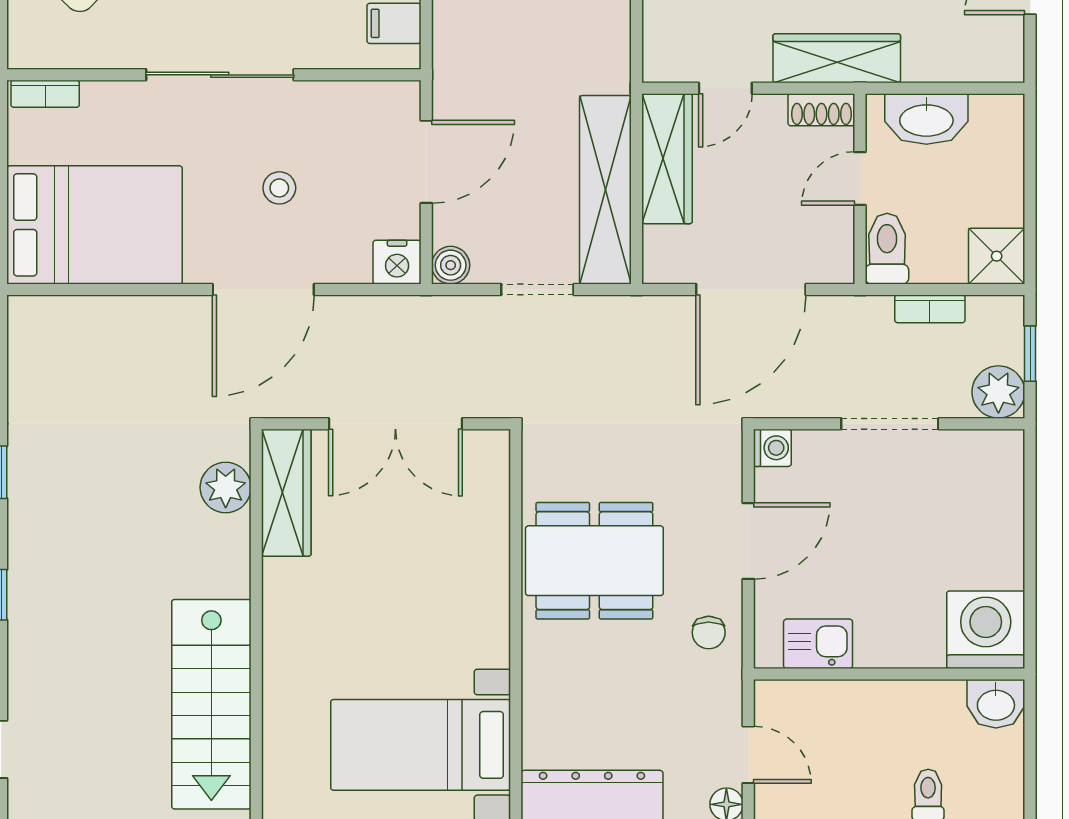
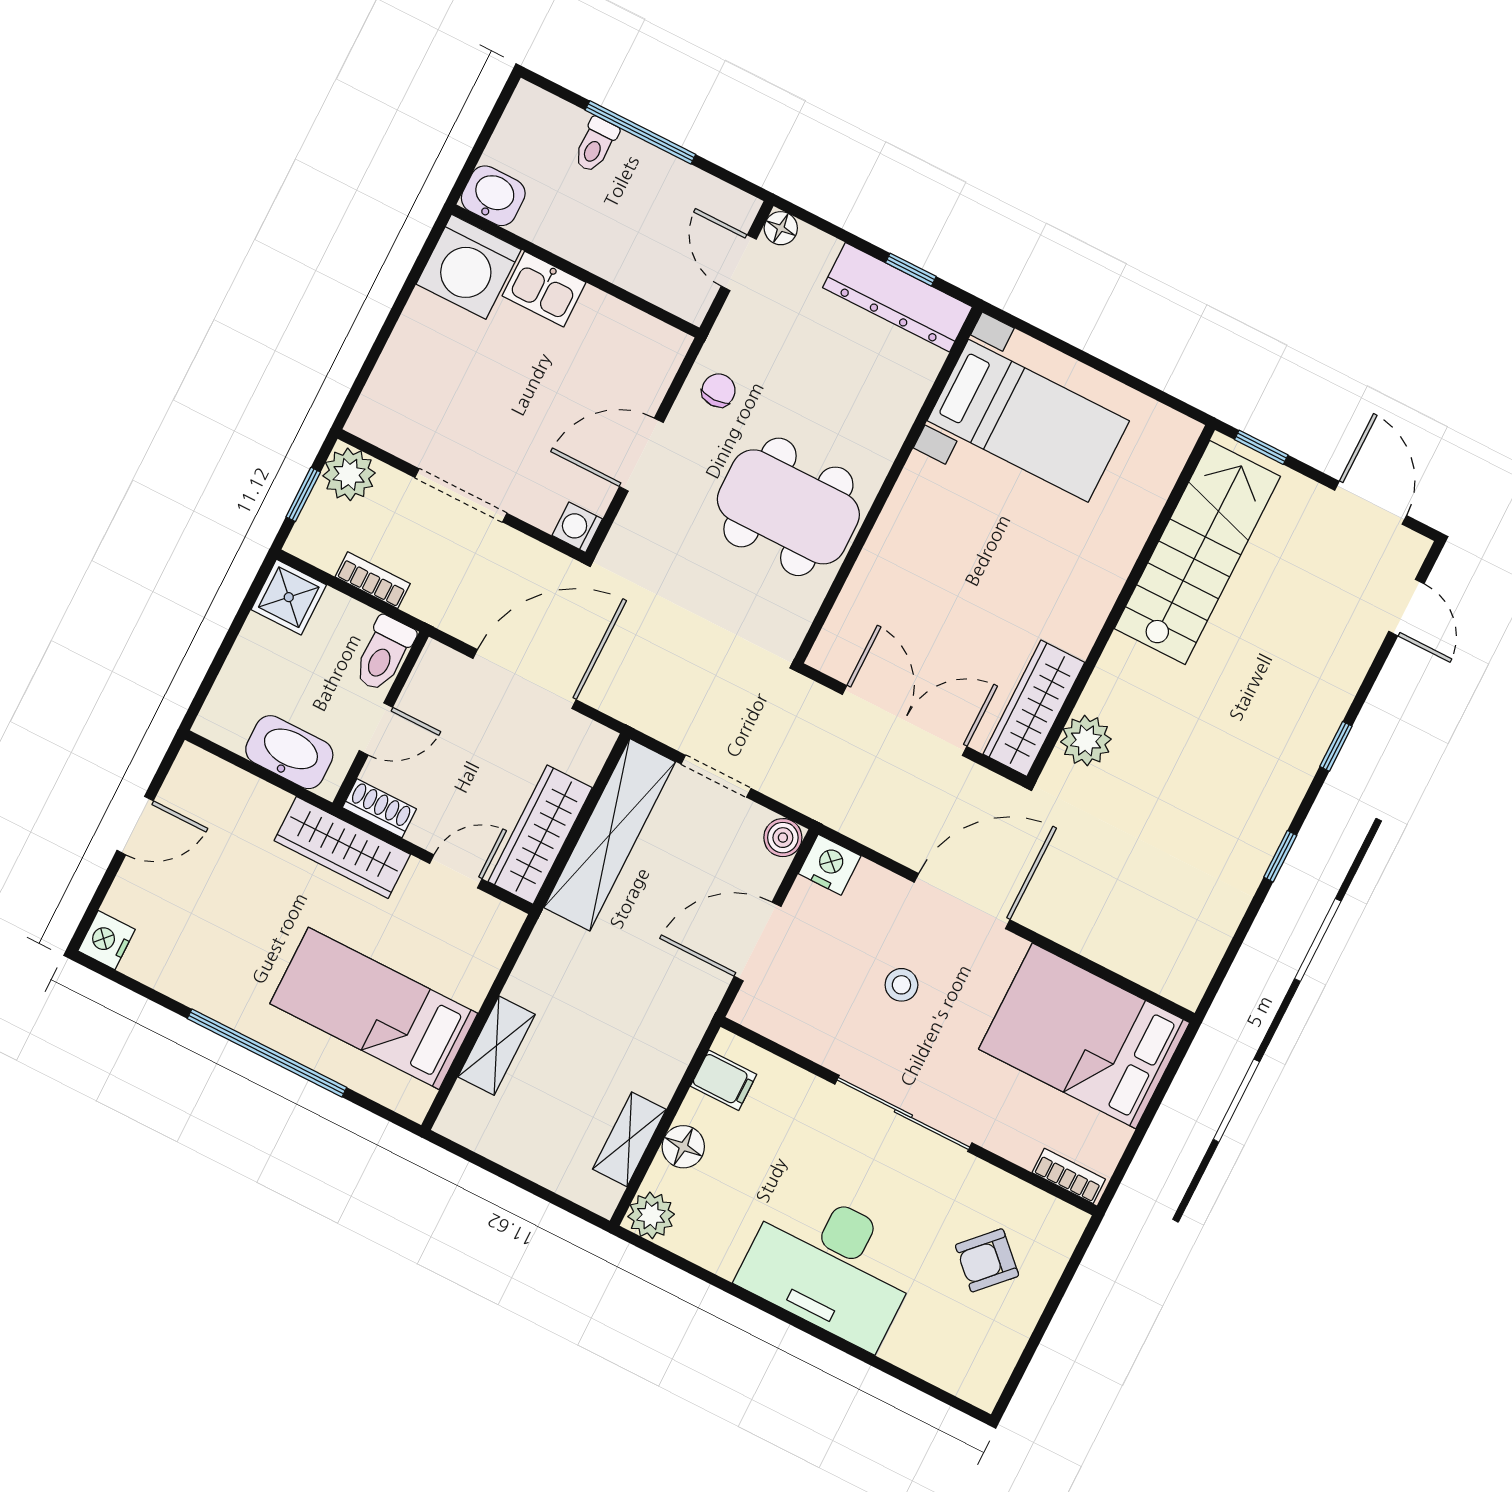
kitchen sink: (818, 644) -> (544, 289), moved

